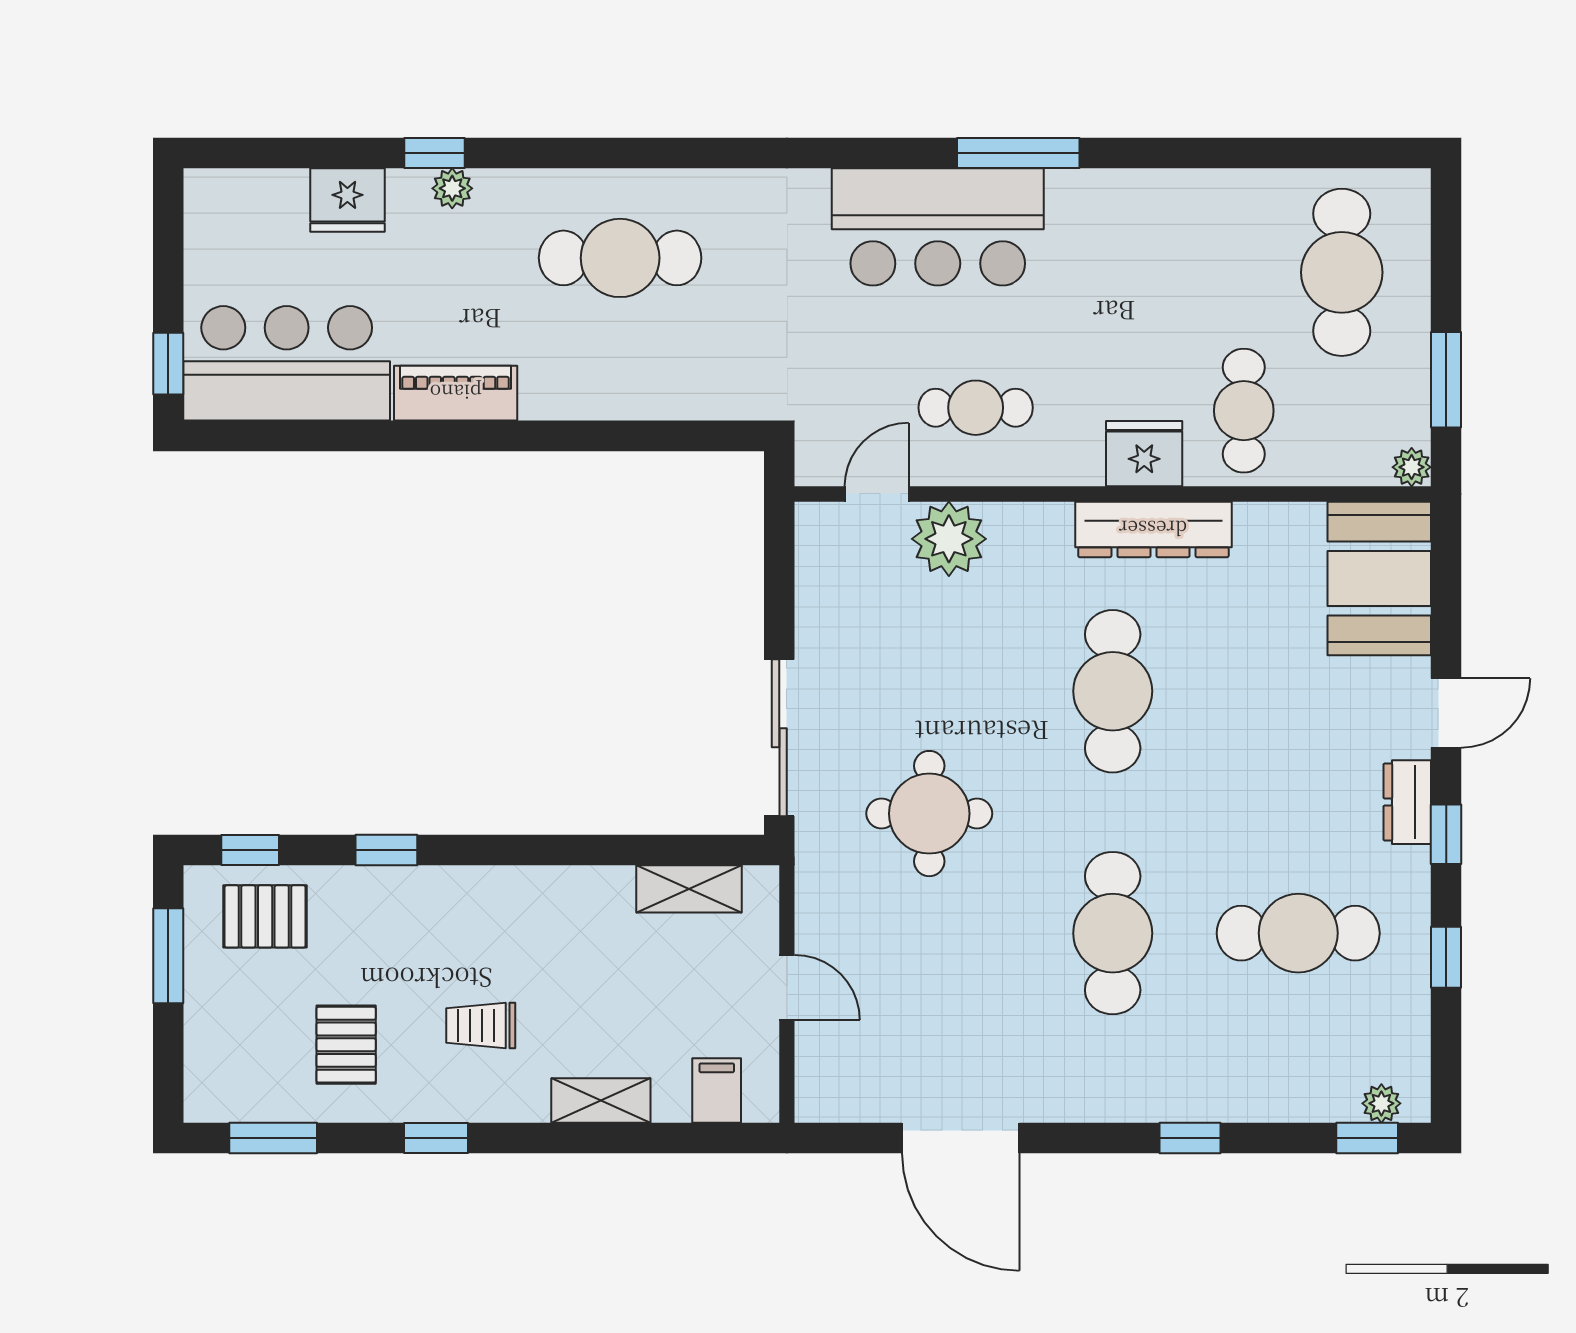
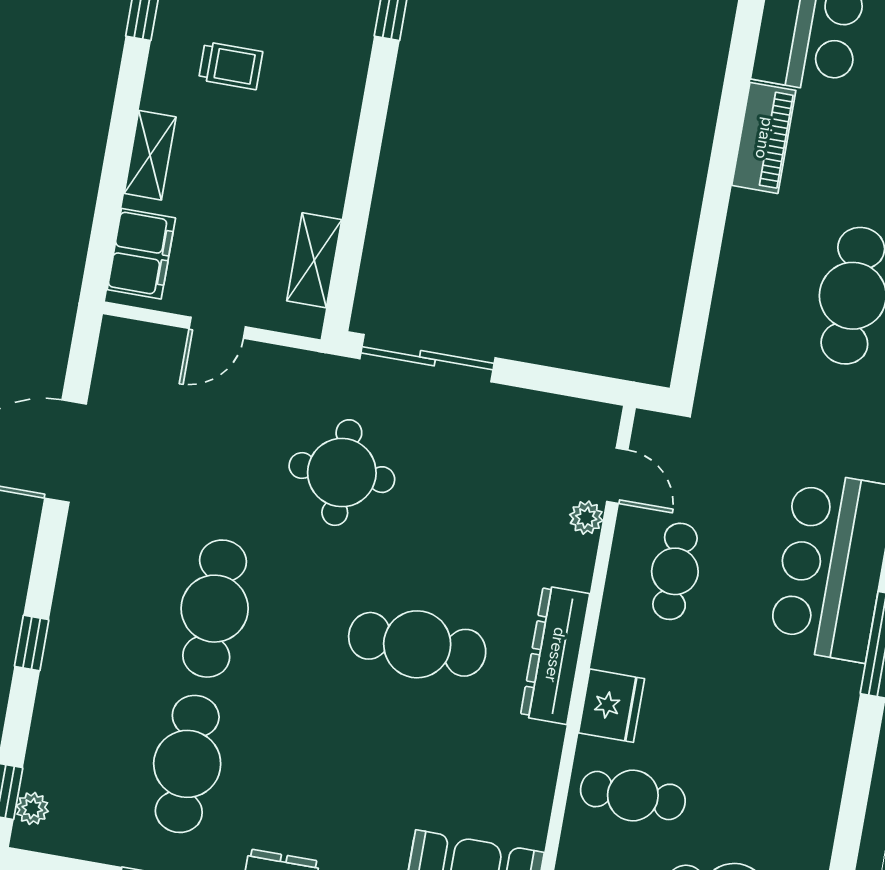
dresser: (1153, 529) -> (555, 655), moved
plant: (949, 539) -> (586, 518), width x0.53, depth x0.53
cafe table: (1113, 933) -> (215, 609), turned 90
trolley: (481, 1025) -> (231, 66), turned 90
filing cabinet: (717, 1090) -> (141, 254), width x2.00

